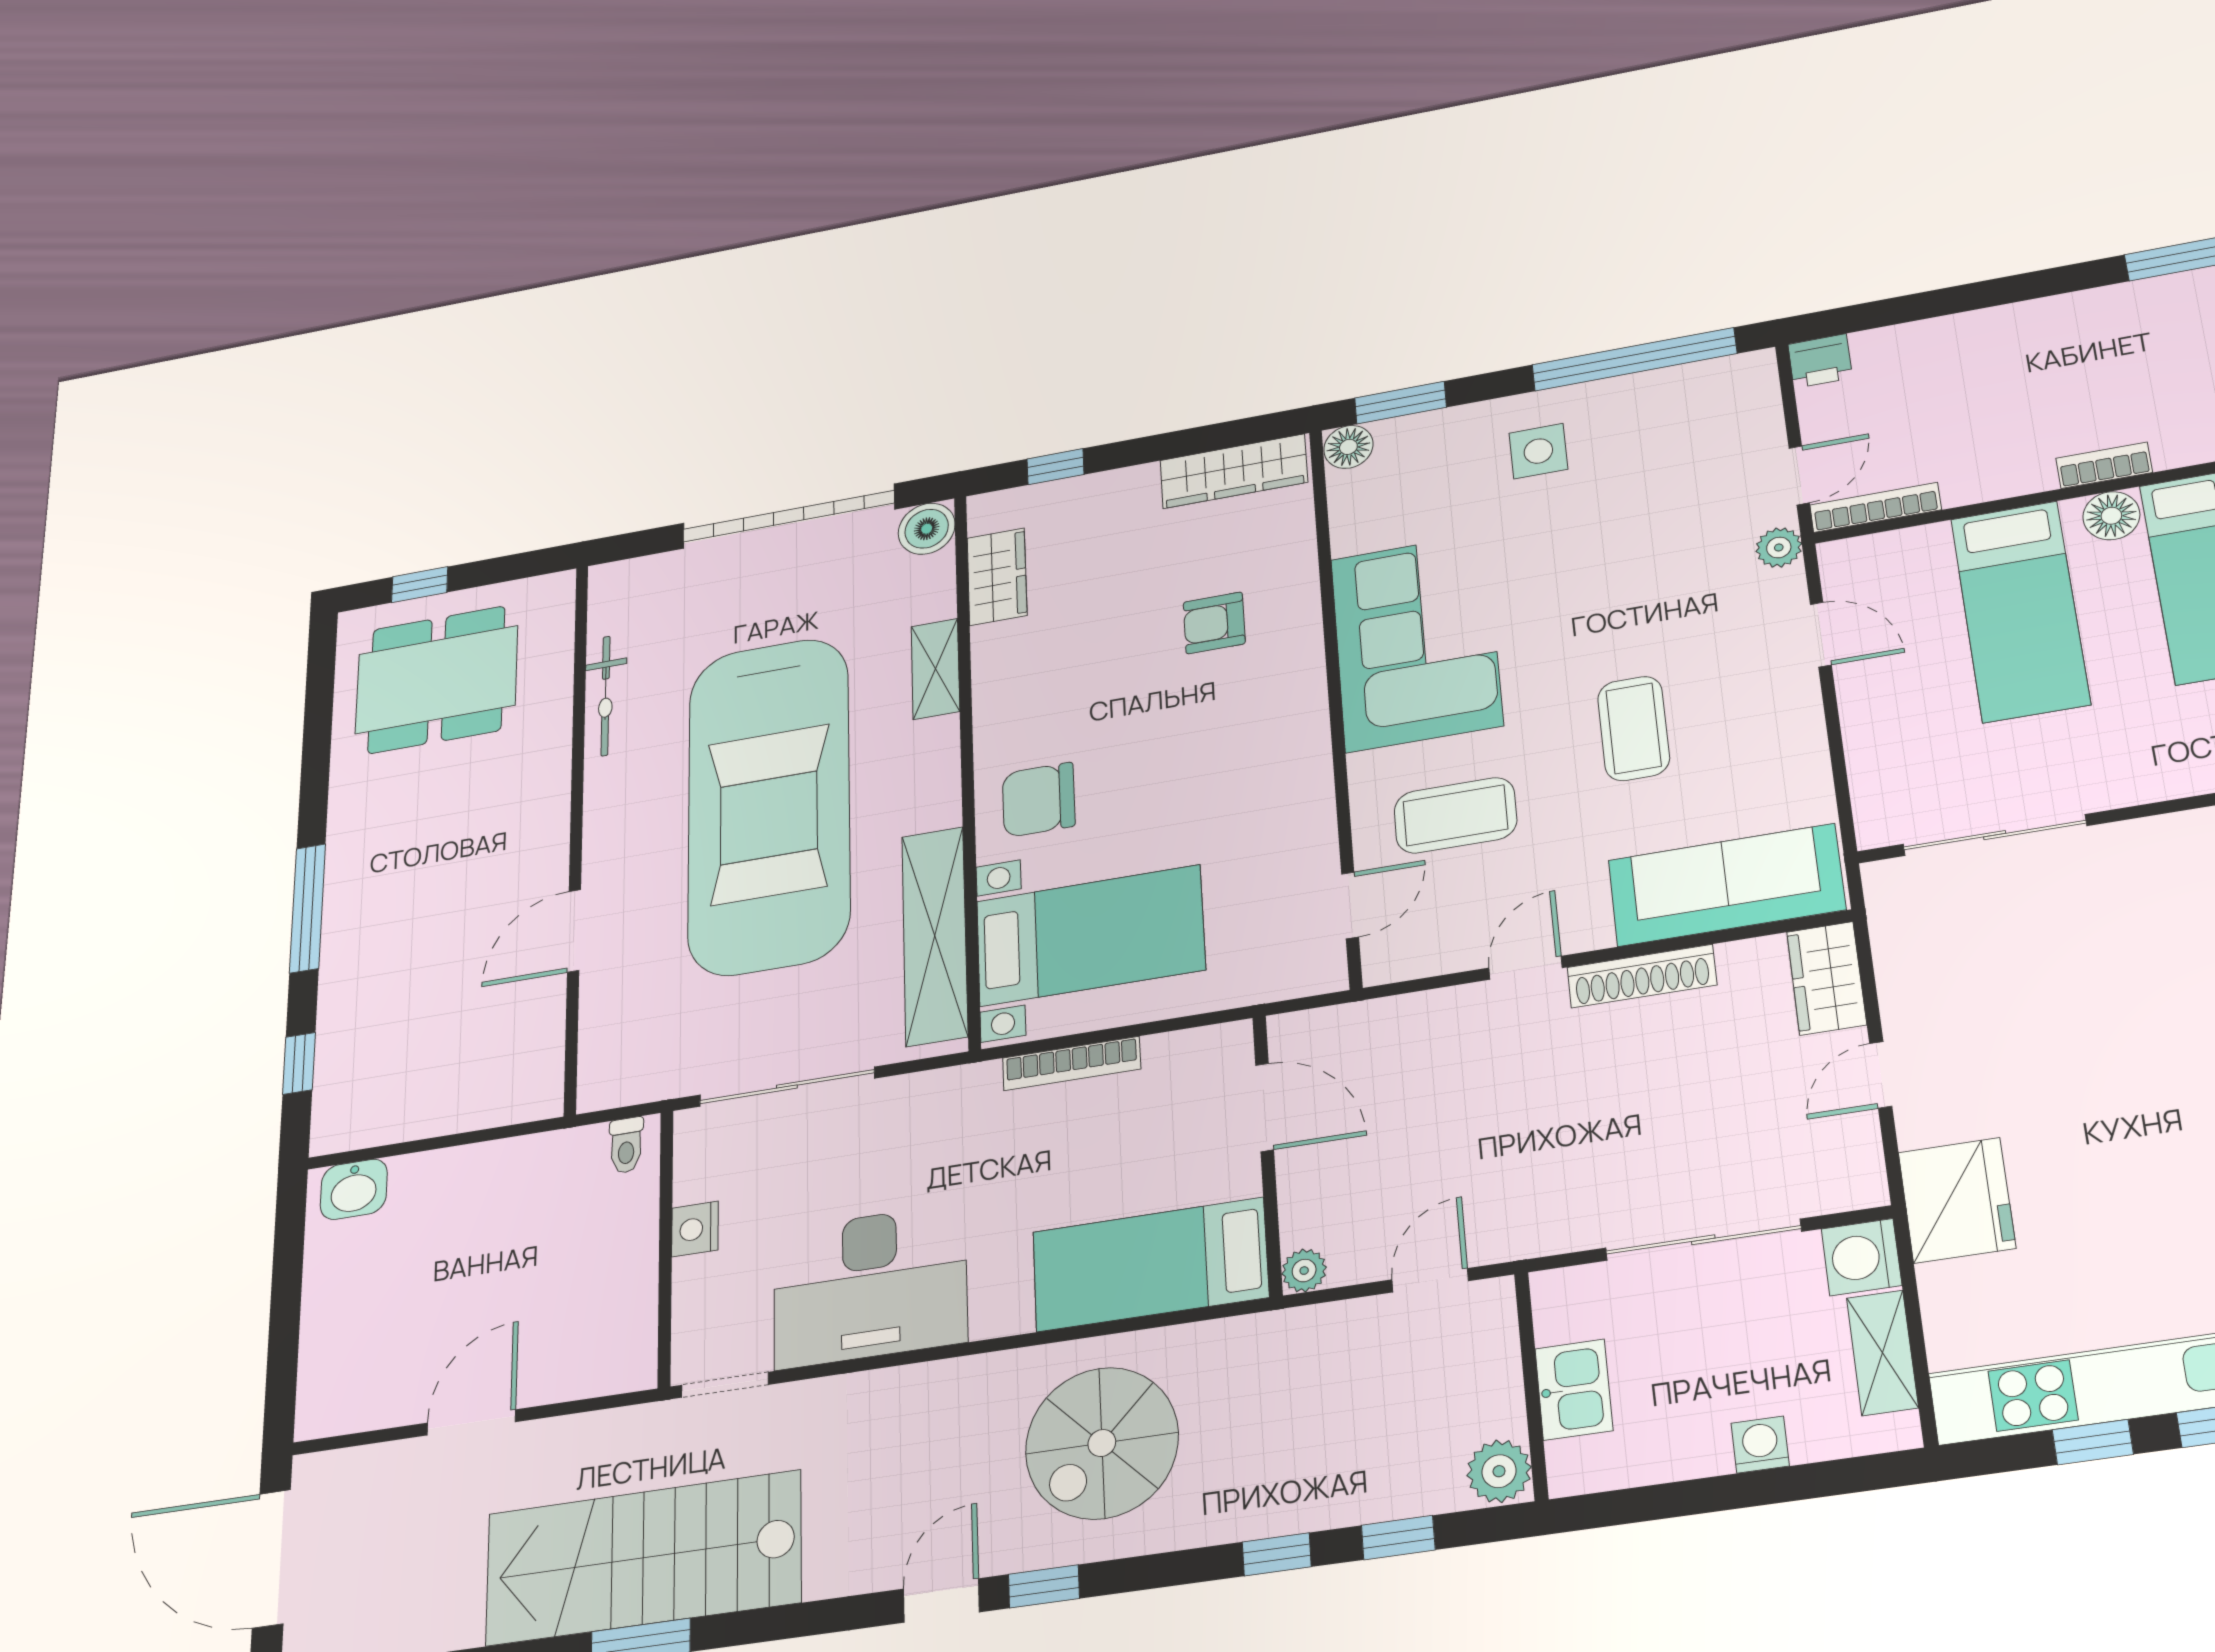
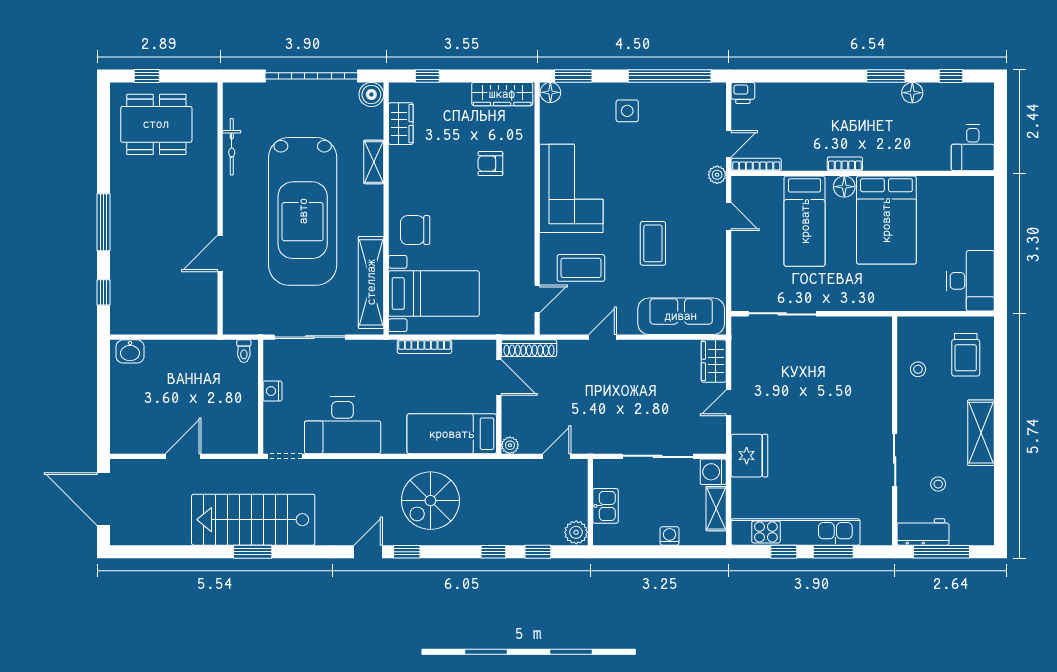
shoe rack: (1642, 976) -> (529, 348), moved

